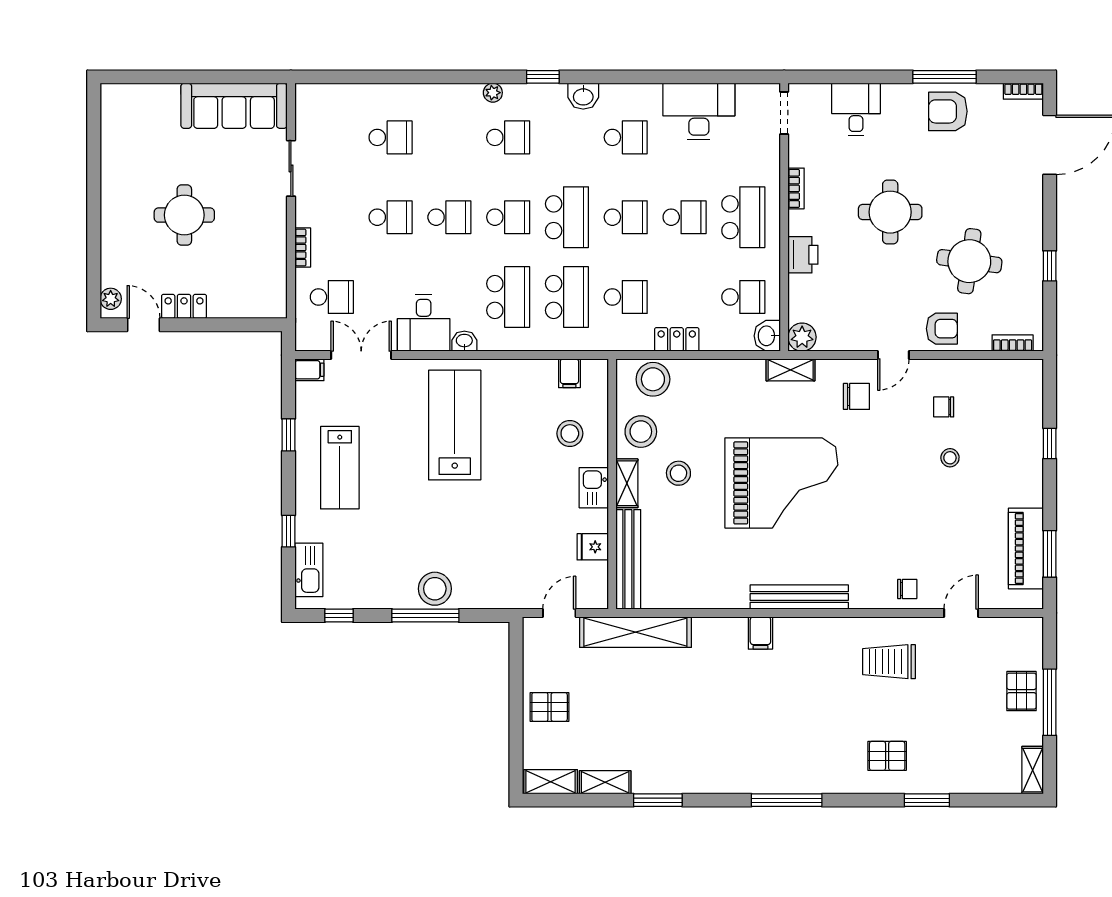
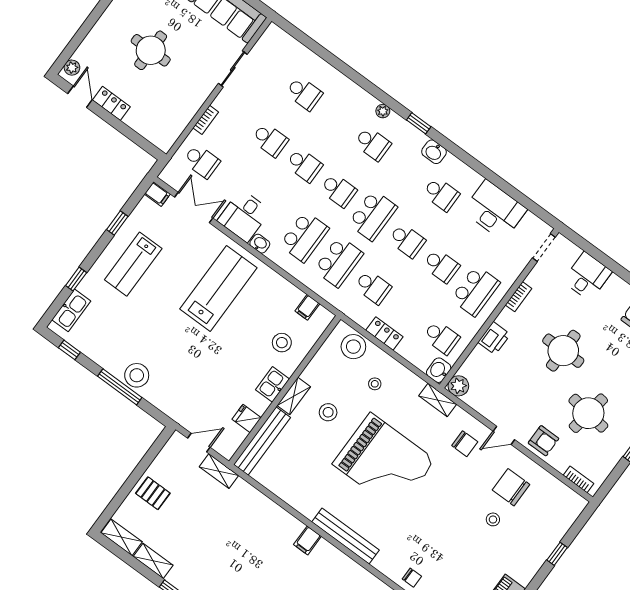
chair: (944, 407) -> (511, 487), width x1.87, depth x1.87
stool: (641, 432) -> (375, 384), moved, width x0.53, depth x0.53
shelving: (635, 632) -> (219, 471), width x0.45, depth x0.75

